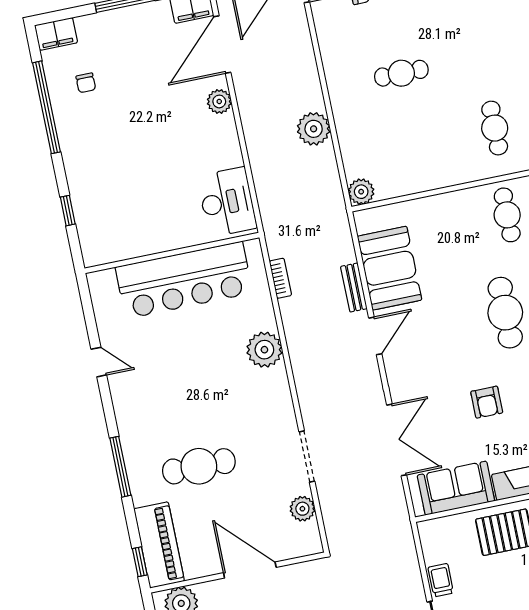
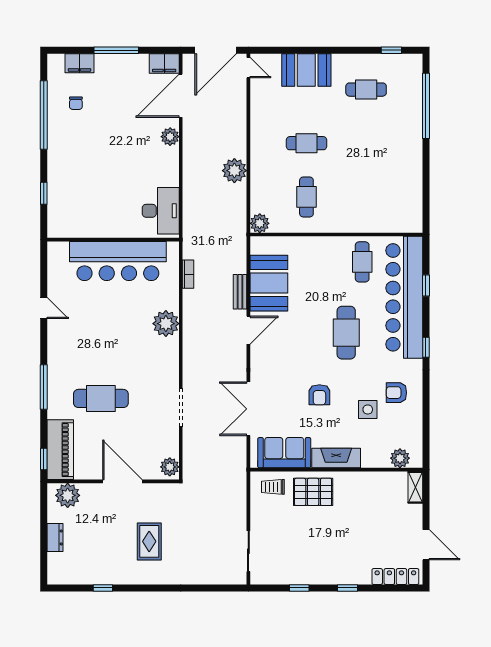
filing cabinet: (56, 34) -> (79, 63), moved
cafe table: (495, 128) -> (306, 197), moved
double door: (397, 440) -> (248, 409), swing flipped
plant: (302, 509) -> (170, 467), moved
trolley: (441, 580) -> (273, 487), moved, turned -90

